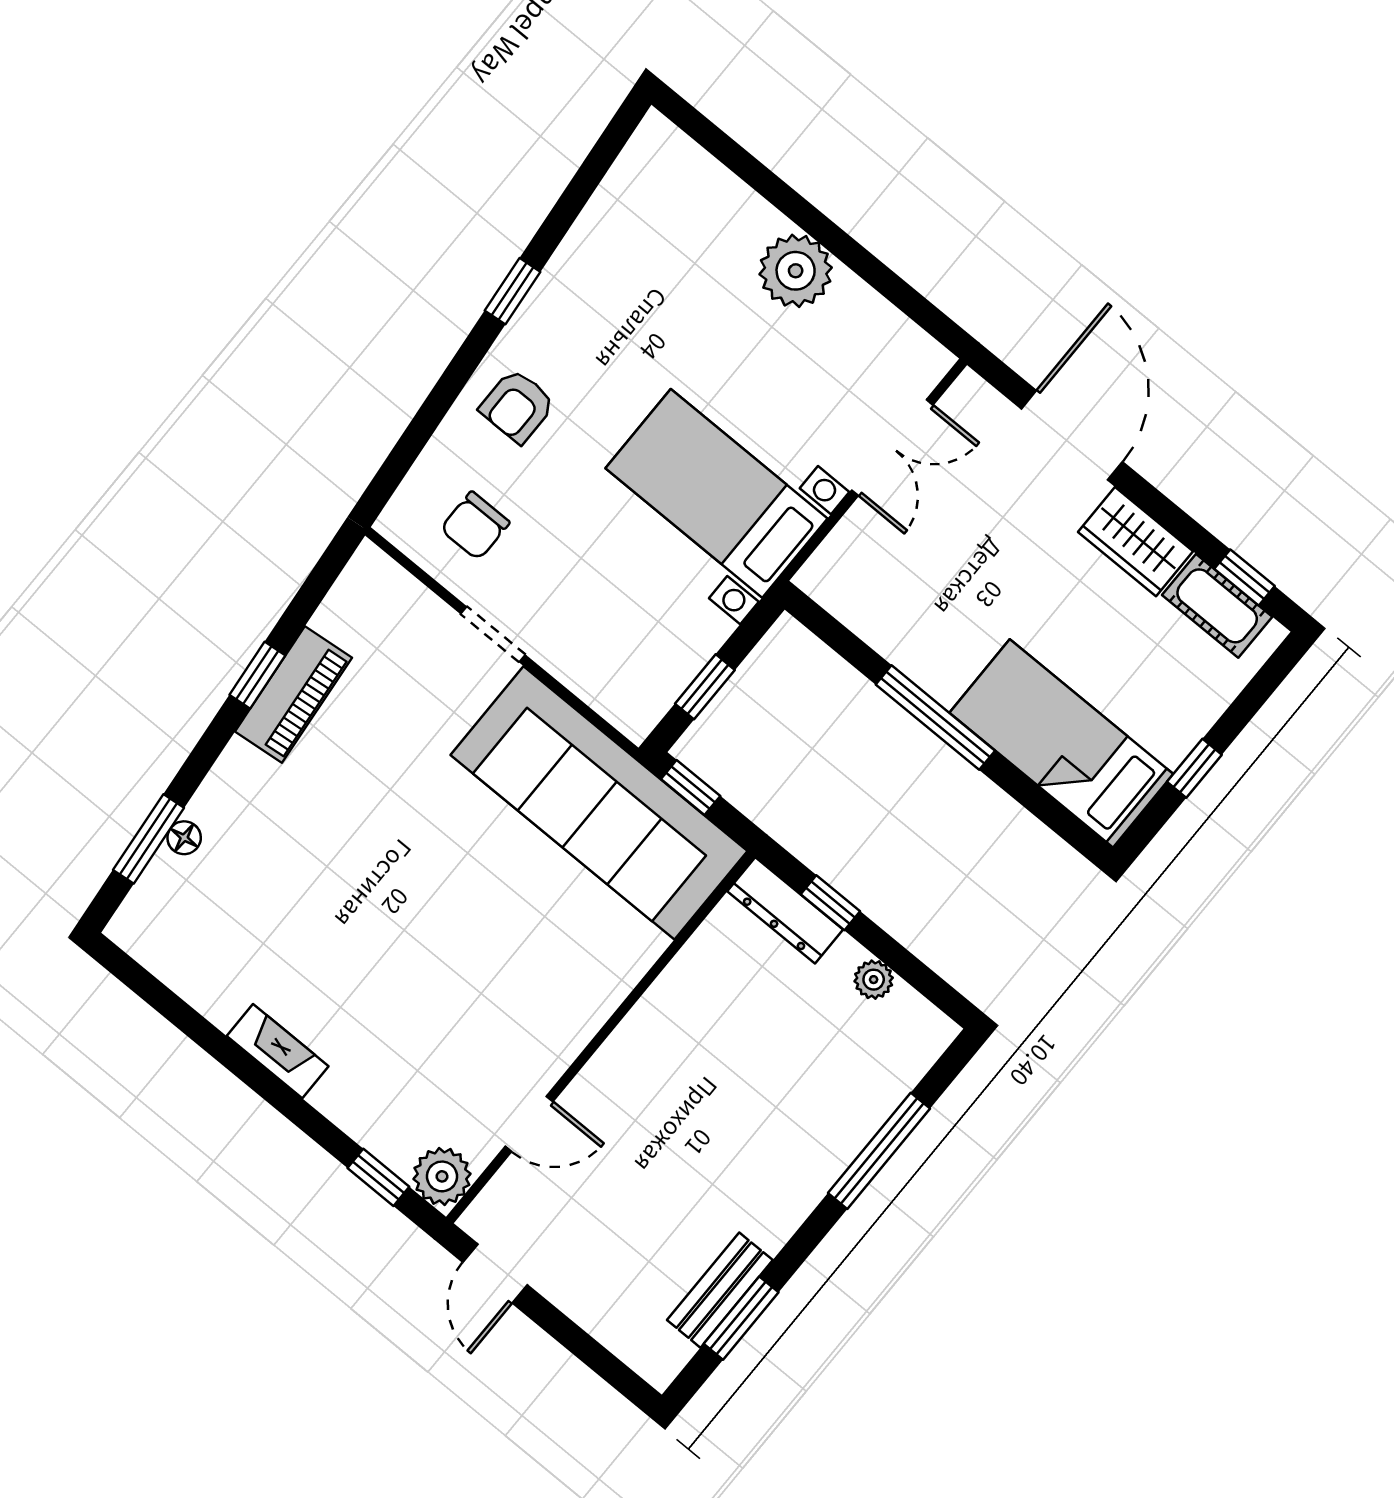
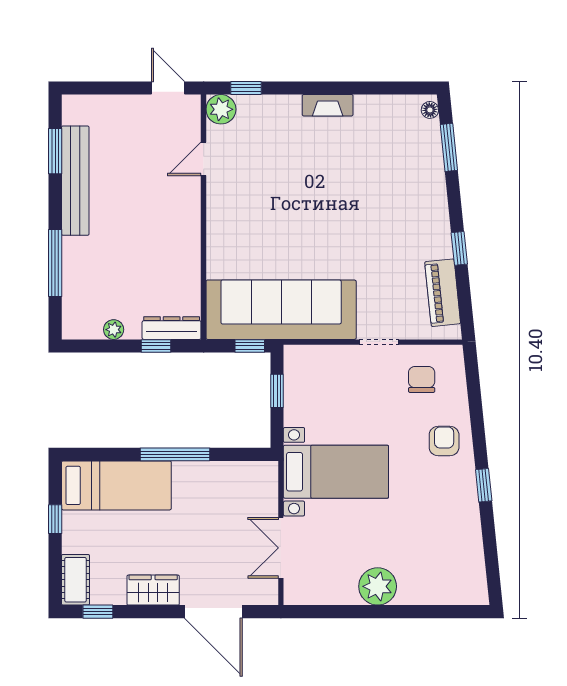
cot: (1217, 606) -> (75, 580), moved, turned 90
piano: (293, 695) -> (443, 293), moved
floor lamp: (184, 838) -> (430, 110), moved
bench: (720, 1290) -> (75, 181), width x1.86, depth x1.21

